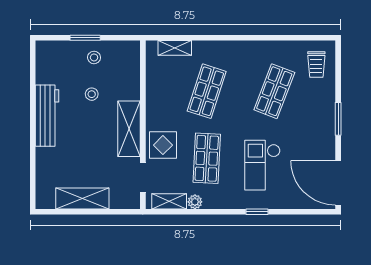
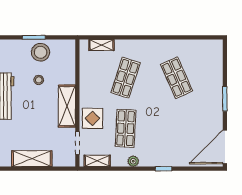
stool: (94, 57) -> (41, 52), width x1.89, depth x1.89
trolley: (316, 65) -> (208, 58), removed
shop shelf: (274, 91) -> (177, 78), turned -45
checkout: (262, 165) -> (168, 133), removed
door: (338, 183) -> (225, 147), hinge flipped
plant: (195, 202) -> (133, 161), moved

